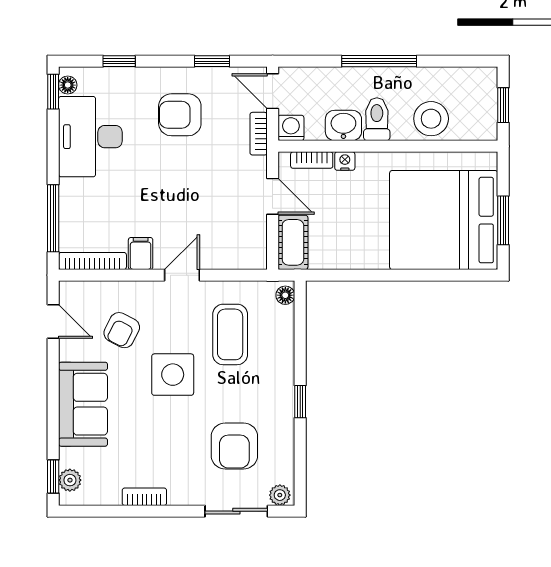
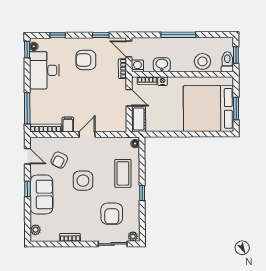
toilet: (377, 119) -> (227, 62), moved
coffee table: (230, 334) -> (123, 173), moved
window: (53, 477) -> (28, 189), moved

